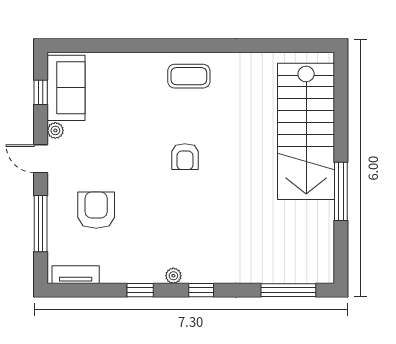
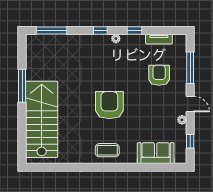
sofa: (66, 88) -> (156, 153), moved, turned 90
armchair: (185, 157) -> (109, 105), width x1.88, depth x1.88
armchair: (96, 210) -> (159, 75), turned 180
tv unit: (76, 275) -> (159, 39), moved

